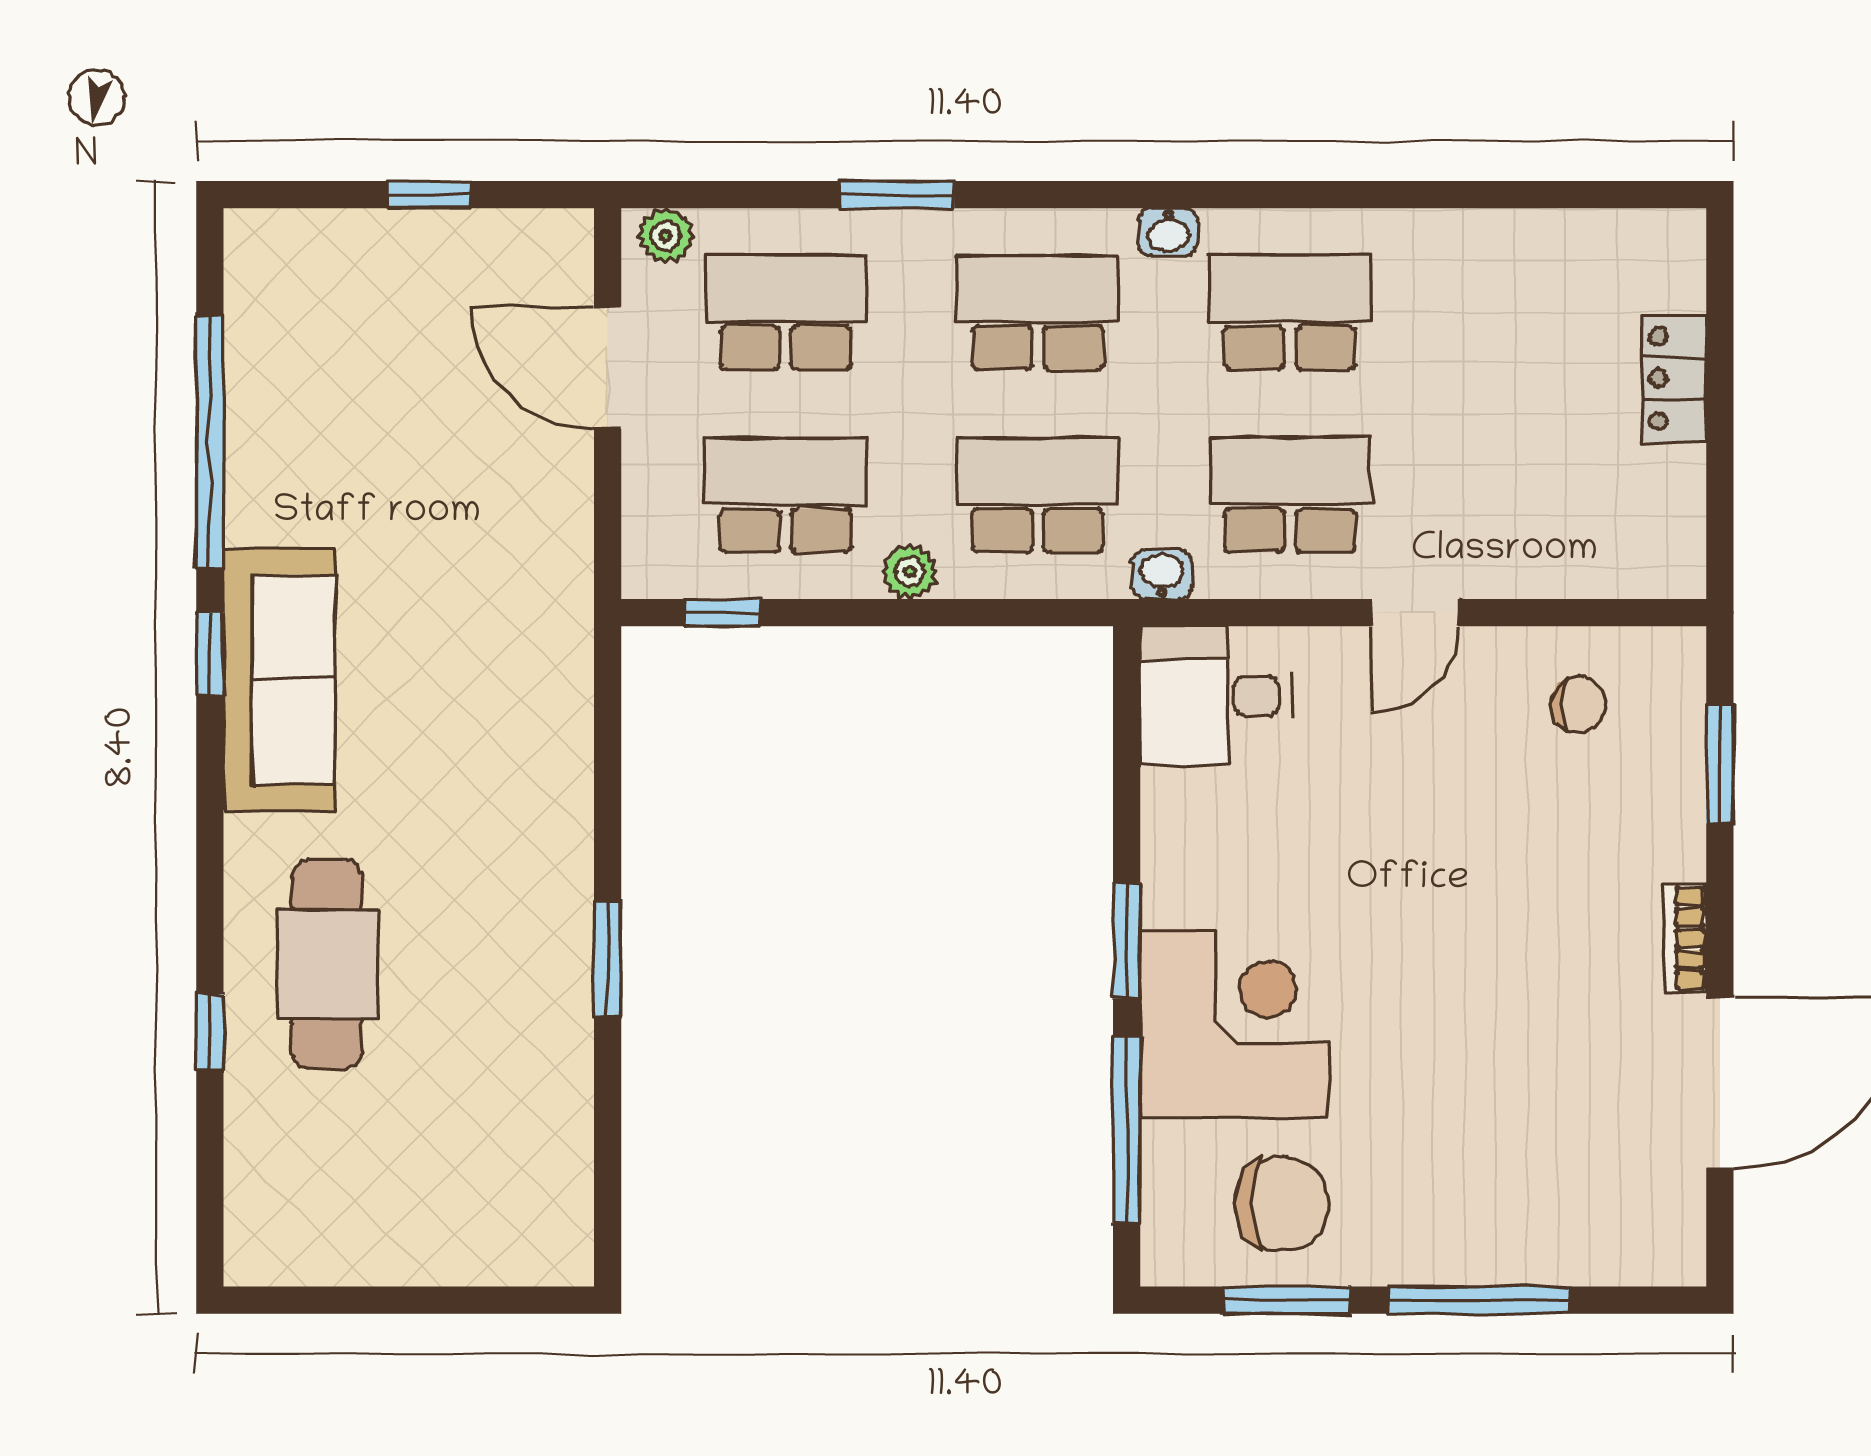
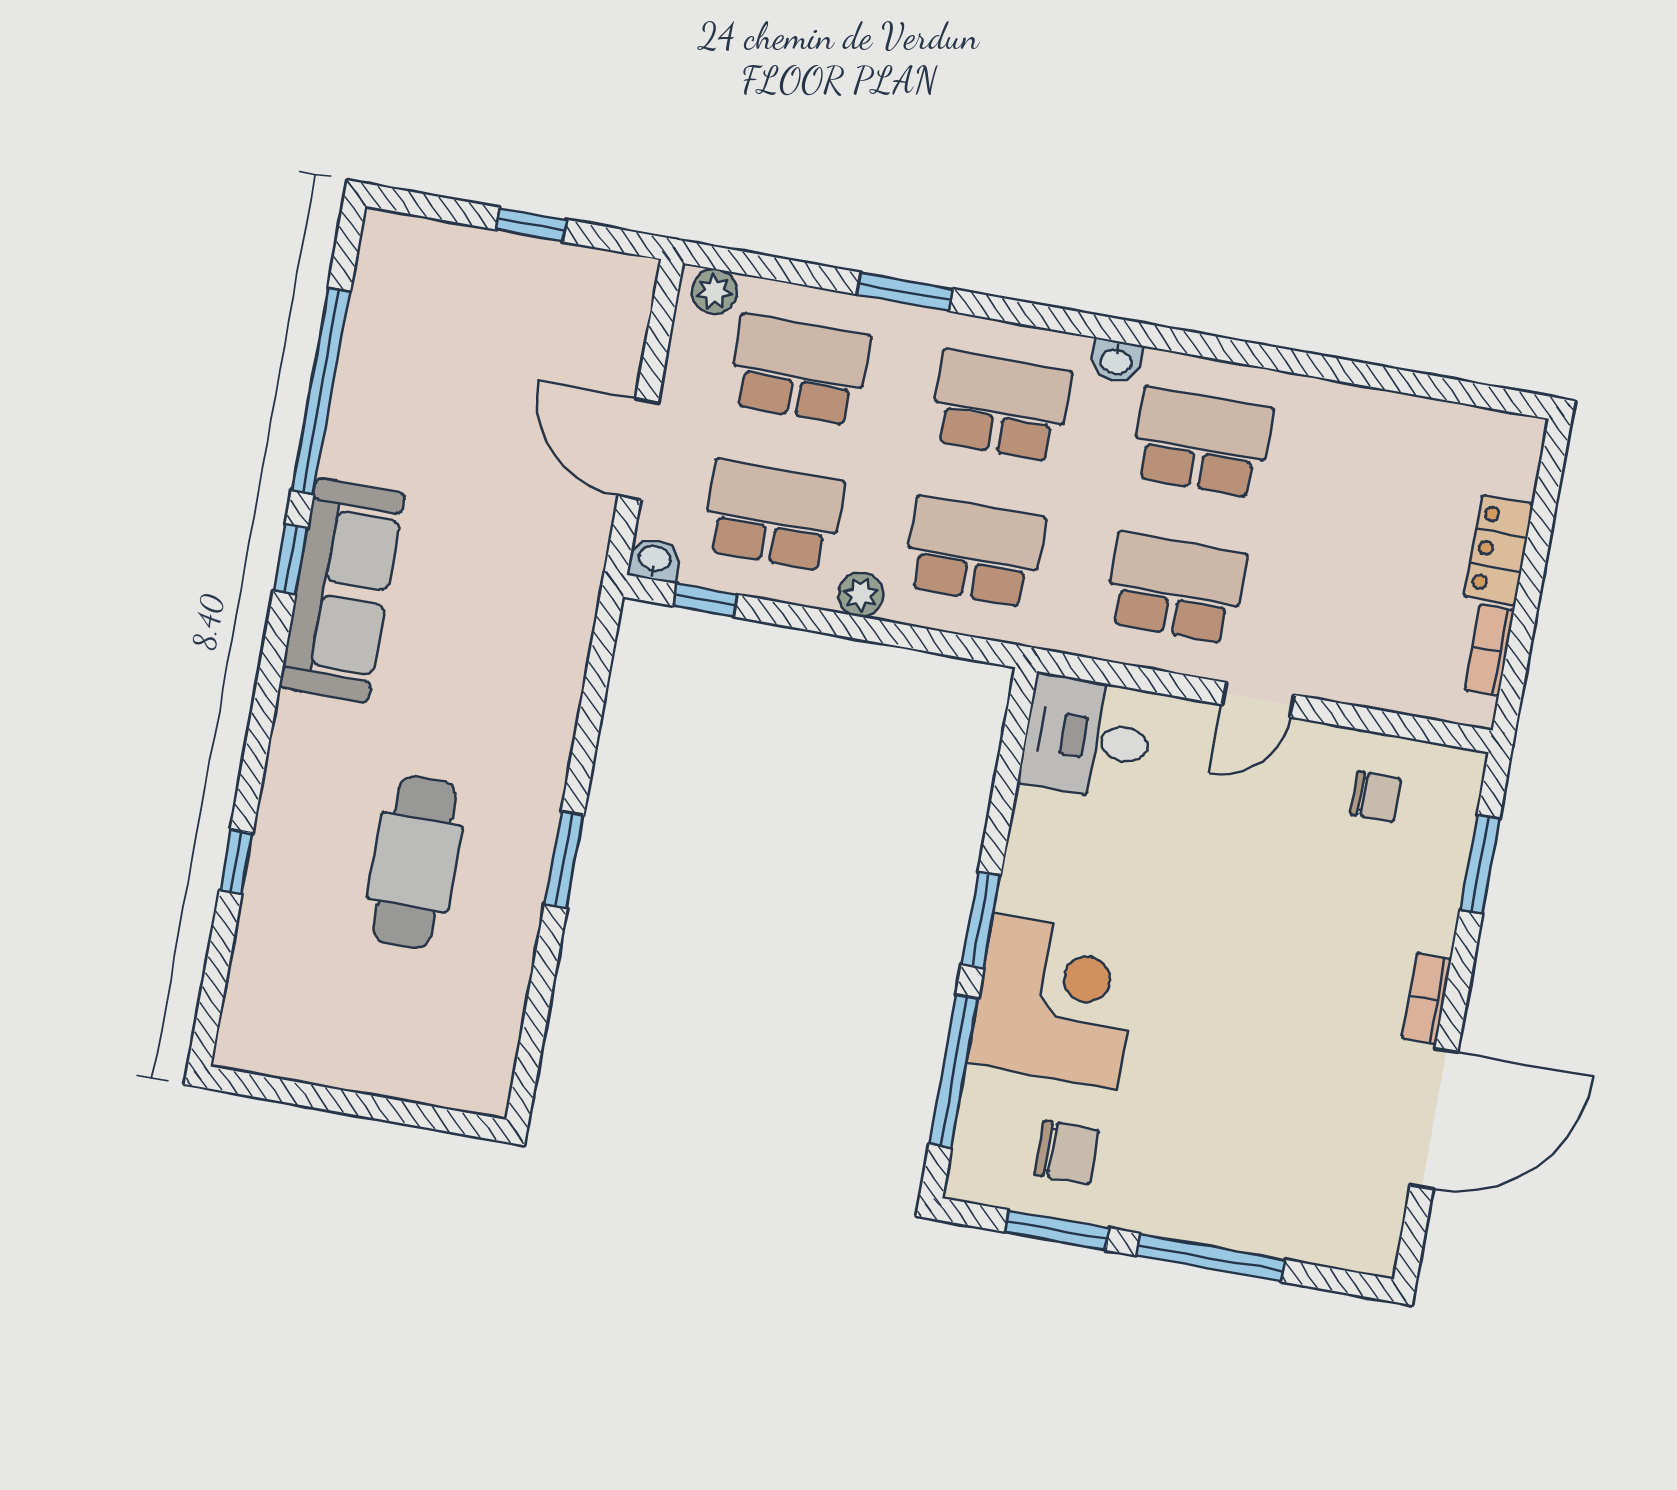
door: (608, 368) -> (638, 449), moved
bookcase: (1685, 502) -> (1490, 650), added
washbasin: (1162, 574) -> (655, 560), moved
cafe table: (327, 964) -> (415, 862), moved
chair: (1282, 1204) -> (1067, 1152), width x0.73, depth x0.73

